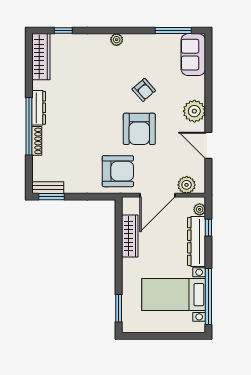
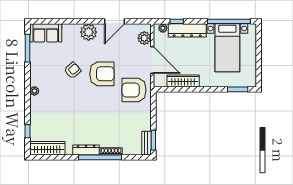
armchair: (118, 171) -> (134, 90), turned -90

